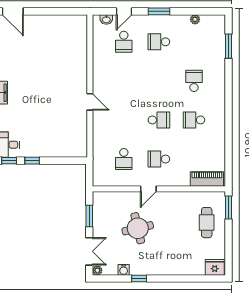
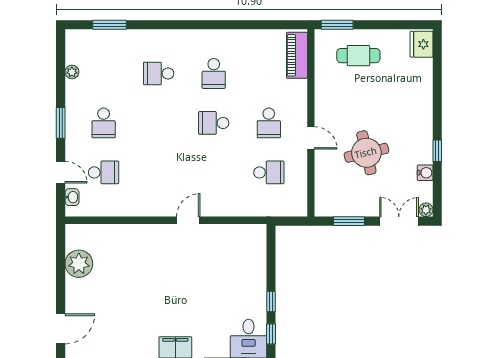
plant: (59, 24) -> (79, 264), added
school desk: (159, 120) -> (214, 123), turned -90

